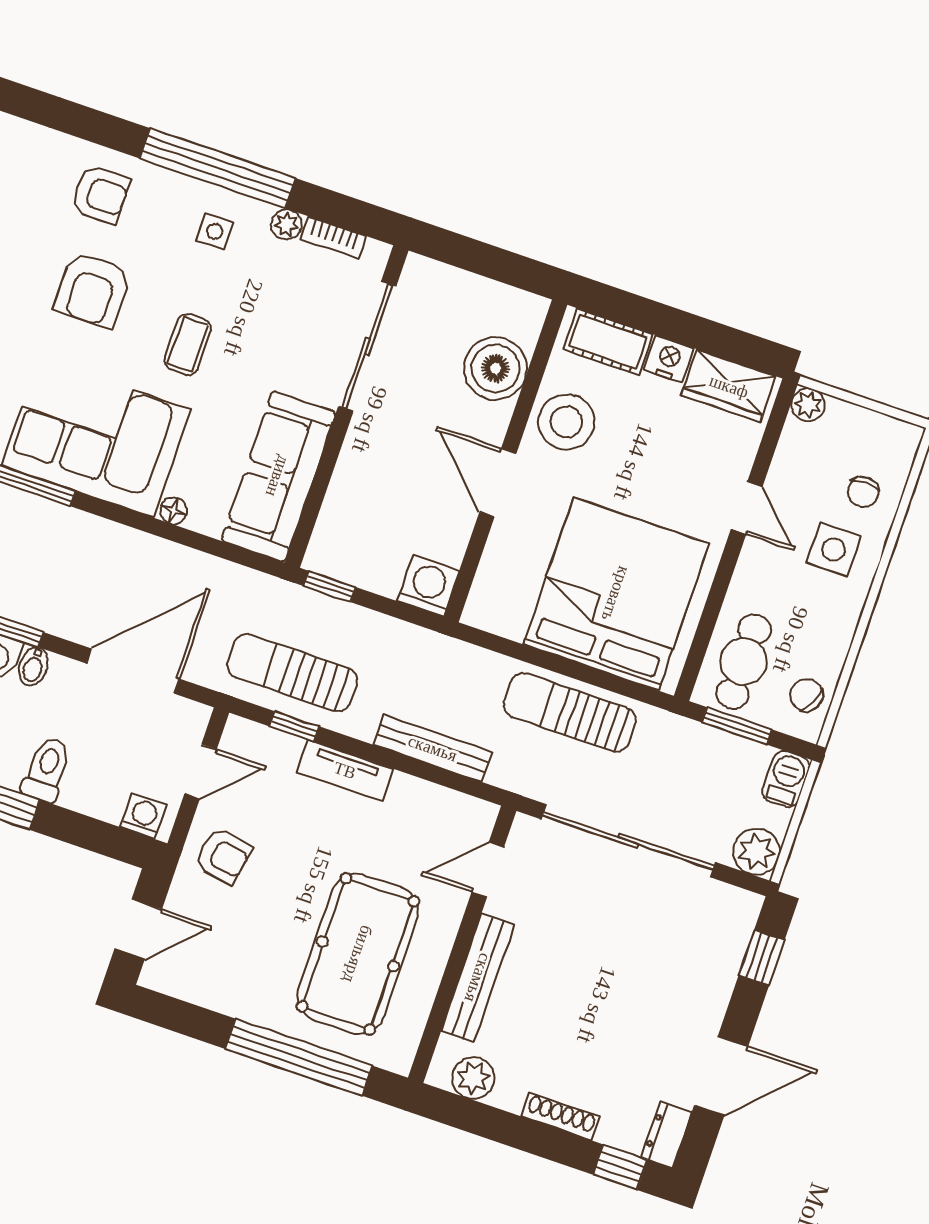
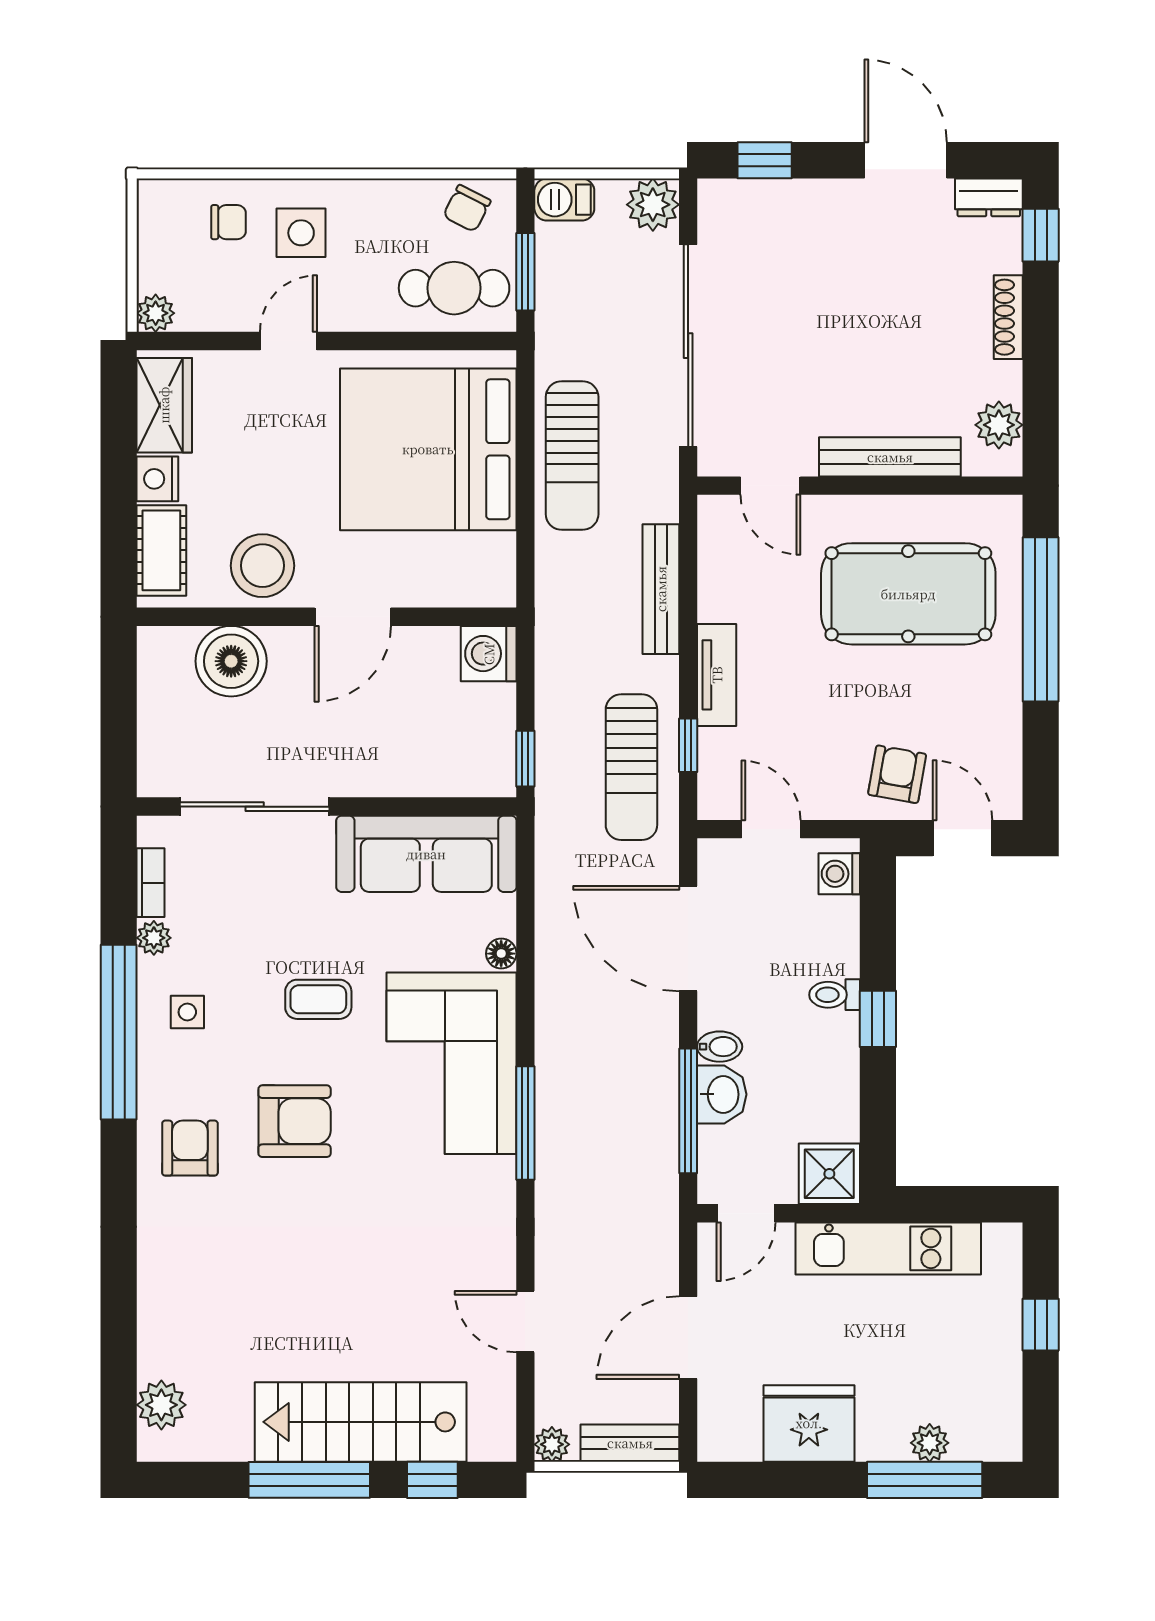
toilet: (47, 769) -> (835, 995), width x0.73, depth x0.72
armchair: (223, 856) -> (897, 774), moved

